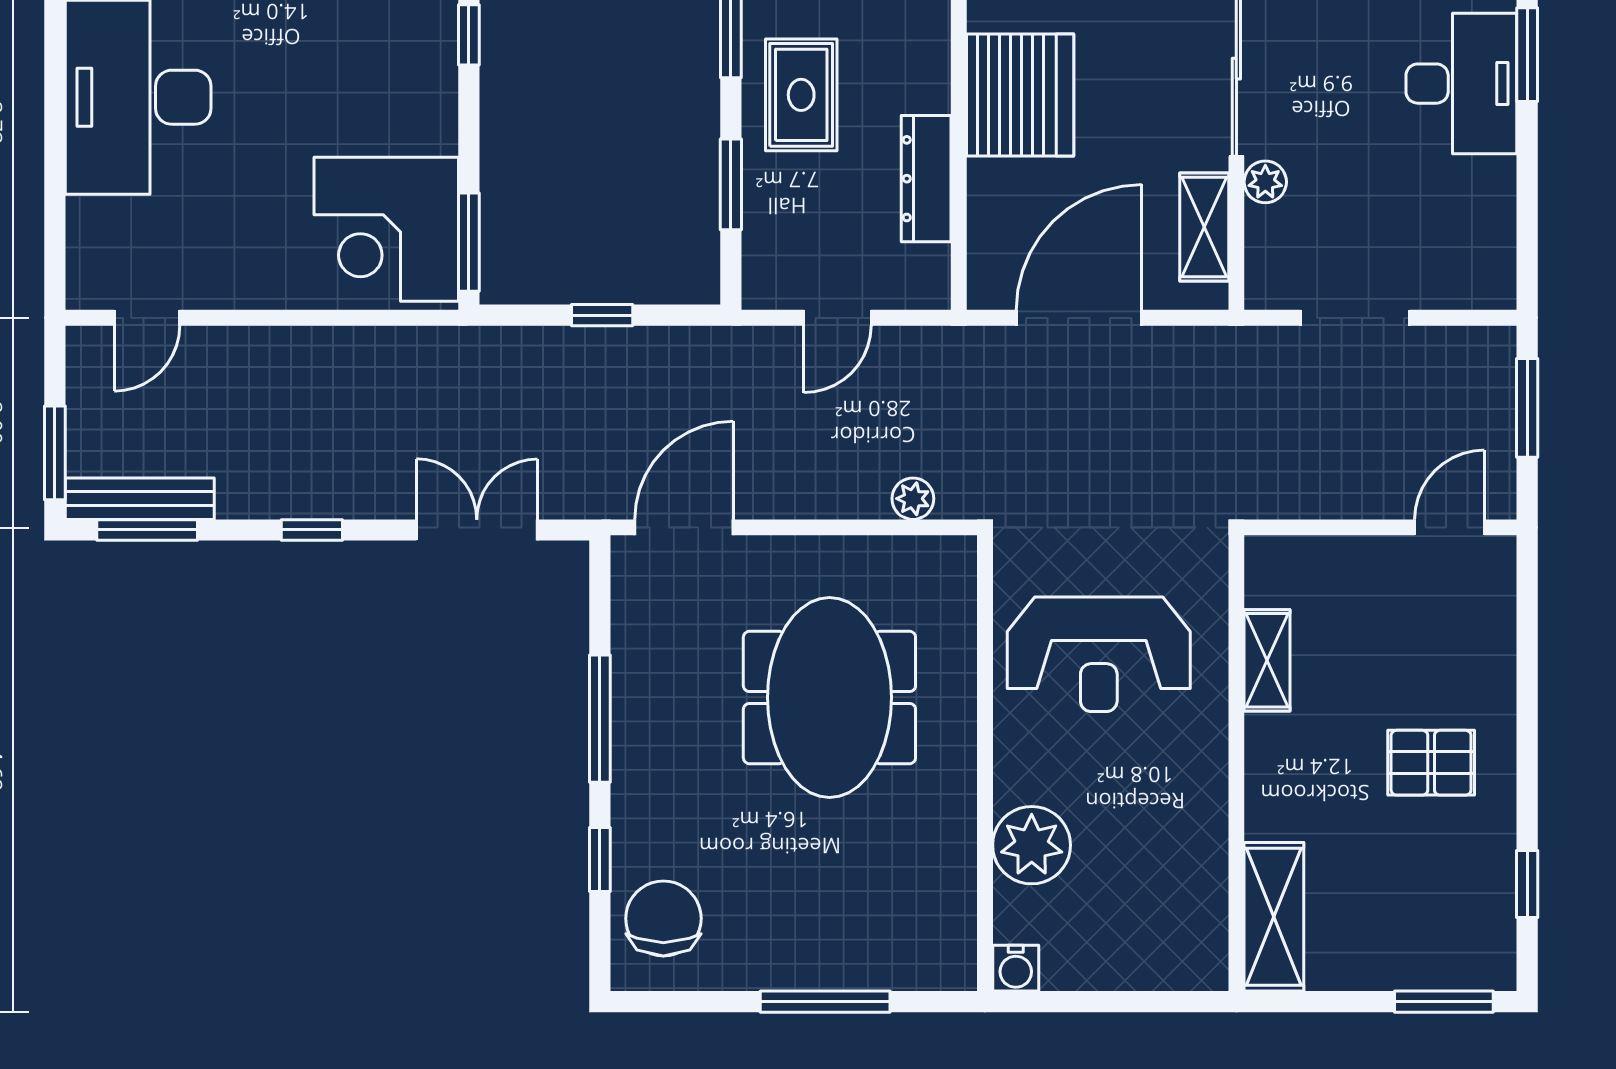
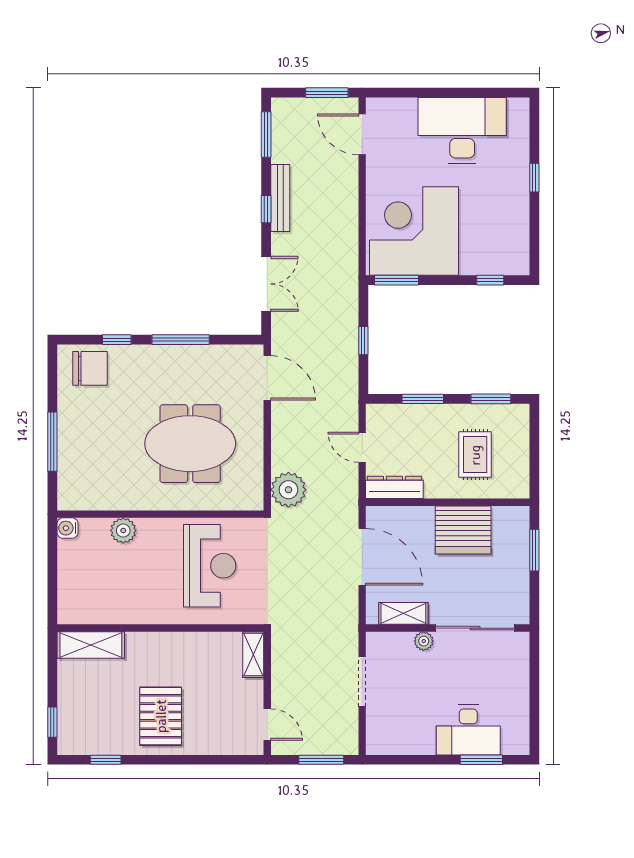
rug: (801, 95) -> (475, 455), moved, turned 90
dresser: (926, 179) -> (394, 487), moved
corner desk: (386, 229) -> (414, 231), width x1.36, depth x1.36
door: (147, 318) -> (362, 134), width x1.38
window: (55, 453) -> (327, 93), moved
bench: (140, 499) -> (280, 198), moved
plant: (913, 499) -> (288, 490), width x1.88, depth x1.88
reception desk: (1099, 654) -> (210, 566), turned 180
shelving: (1267, 660) -> (253, 655), moved, turned 90
pallet: (1431, 763) -> (161, 716), width x1.50, depth x1.42
plant: (1032, 845) -> (123, 531), width x0.73, depth x0.73
window: (1444, 1002) -> (52, 722), width x0.67

